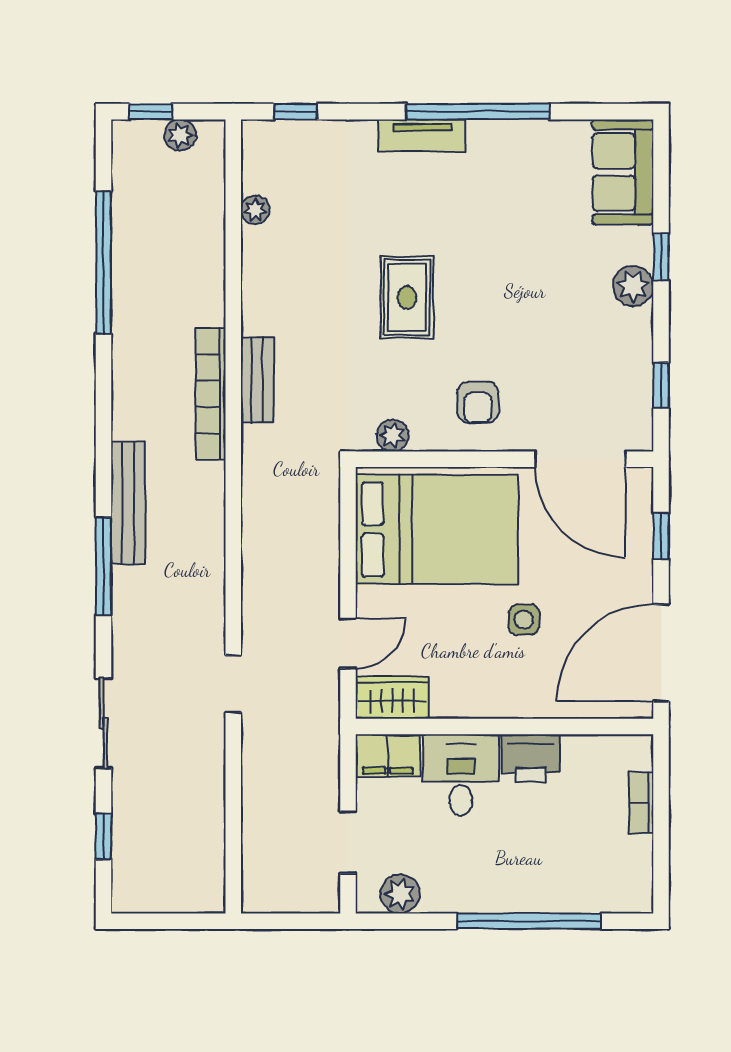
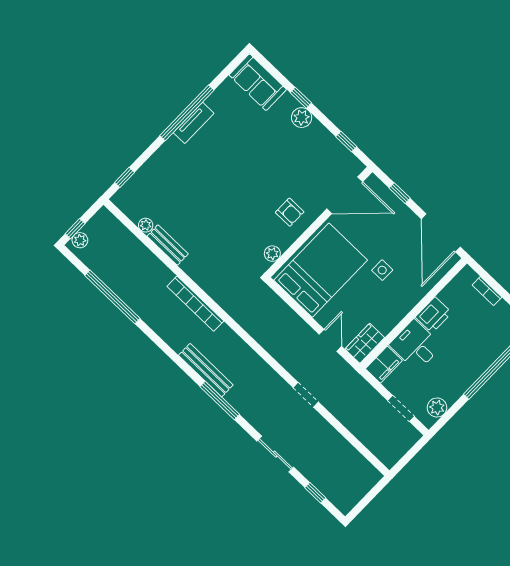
plant: (180, 135) -> (80, 240), moved
tv unit: (422, 136) -> (194, 123), moved
rug: (407, 297) -> (228, 201), removed
bench: (257, 380) -> (168, 245), moved

